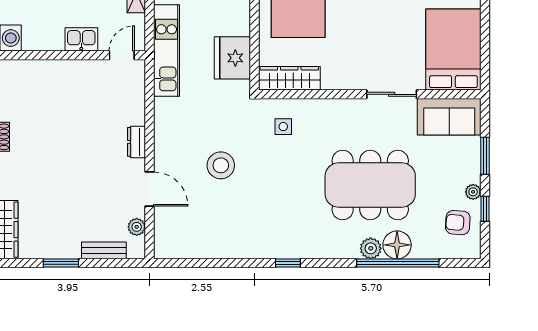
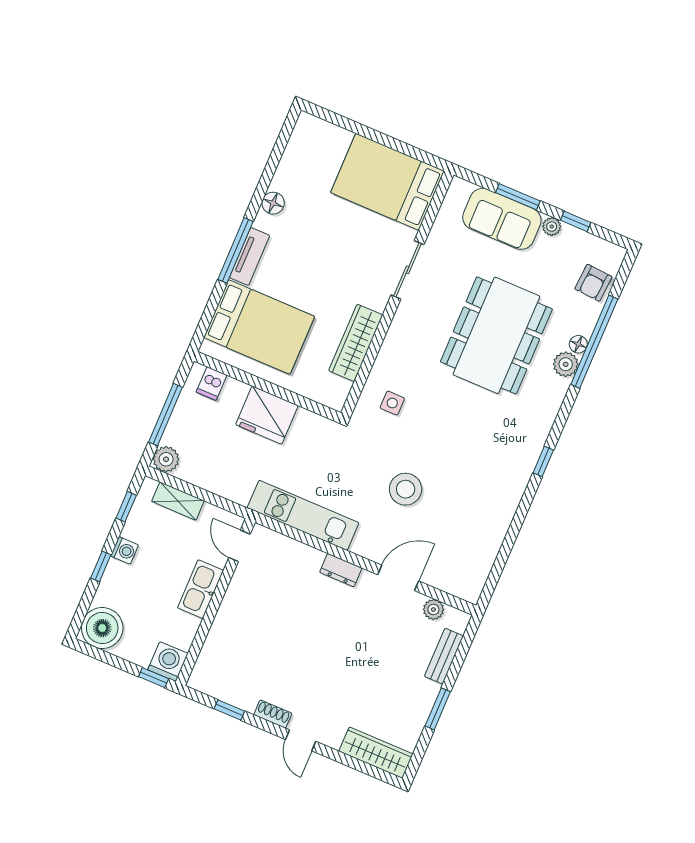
kitchen sink: (81, 39) -> (201, 589), width x1.38
kitchen unit: (167, 50) -> (303, 515), moved
fridge: (232, 58) -> (267, 415), moved
wardrobe: (289, 78) -> (356, 343), moved
sofa: (449, 117) -> (502, 219), moved, turned 90
armchair: (458, 223) -> (593, 283), moved
floor lamp: (397, 245) -> (578, 344), width x0.53, depth x0.53

